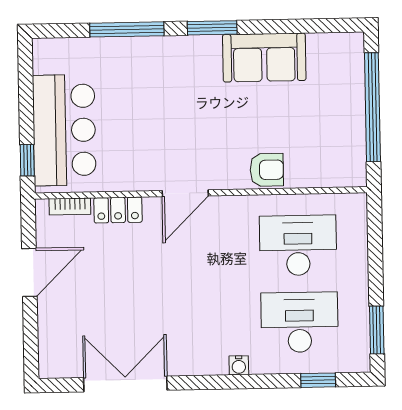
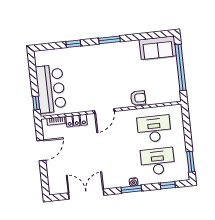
window: (127, 29) -> (73, 44), width x0.46
sofa: (264, 58) -> (158, 48), moved
window: (232, 382) -> (131, 189), added

